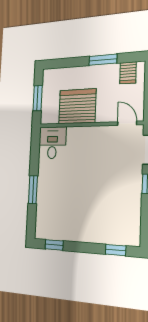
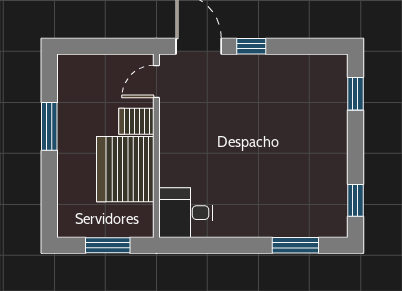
server rack: (128, 73) -> (136, 121), moved, turned 180
window: (33, 190) -> (295, 245), moved

